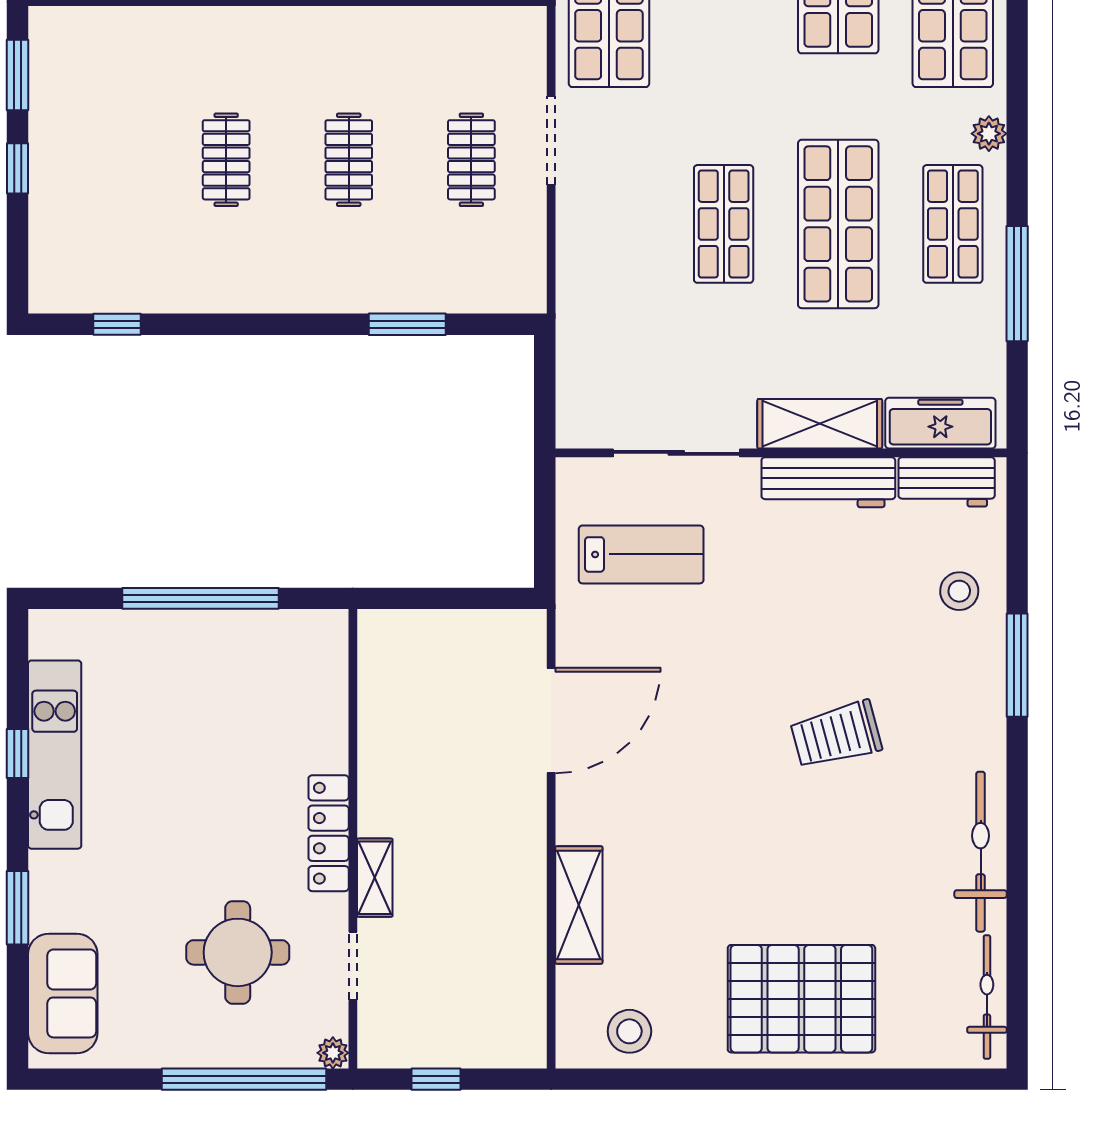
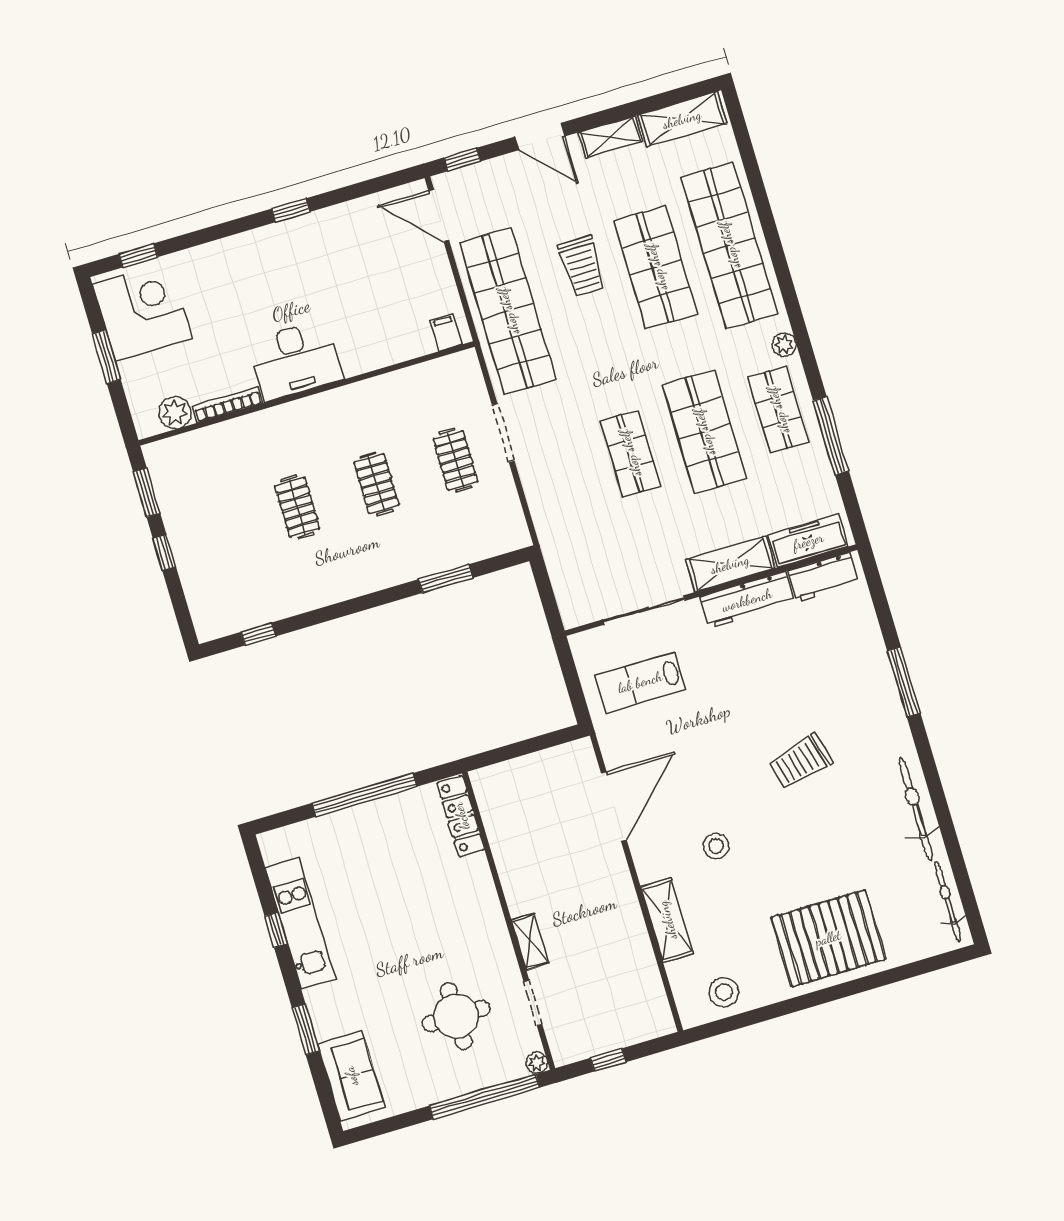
lab bench: (641, 554) -> (640, 682), turned 180
stool: (959, 591) -> (716, 846), moved
locker: (329, 833) -> (461, 816), moved

